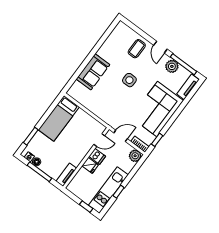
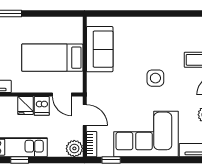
sofa: (93, 72) -> (100, 49), moved, turned -90
bed: (59, 118) -> (52, 58), moved

